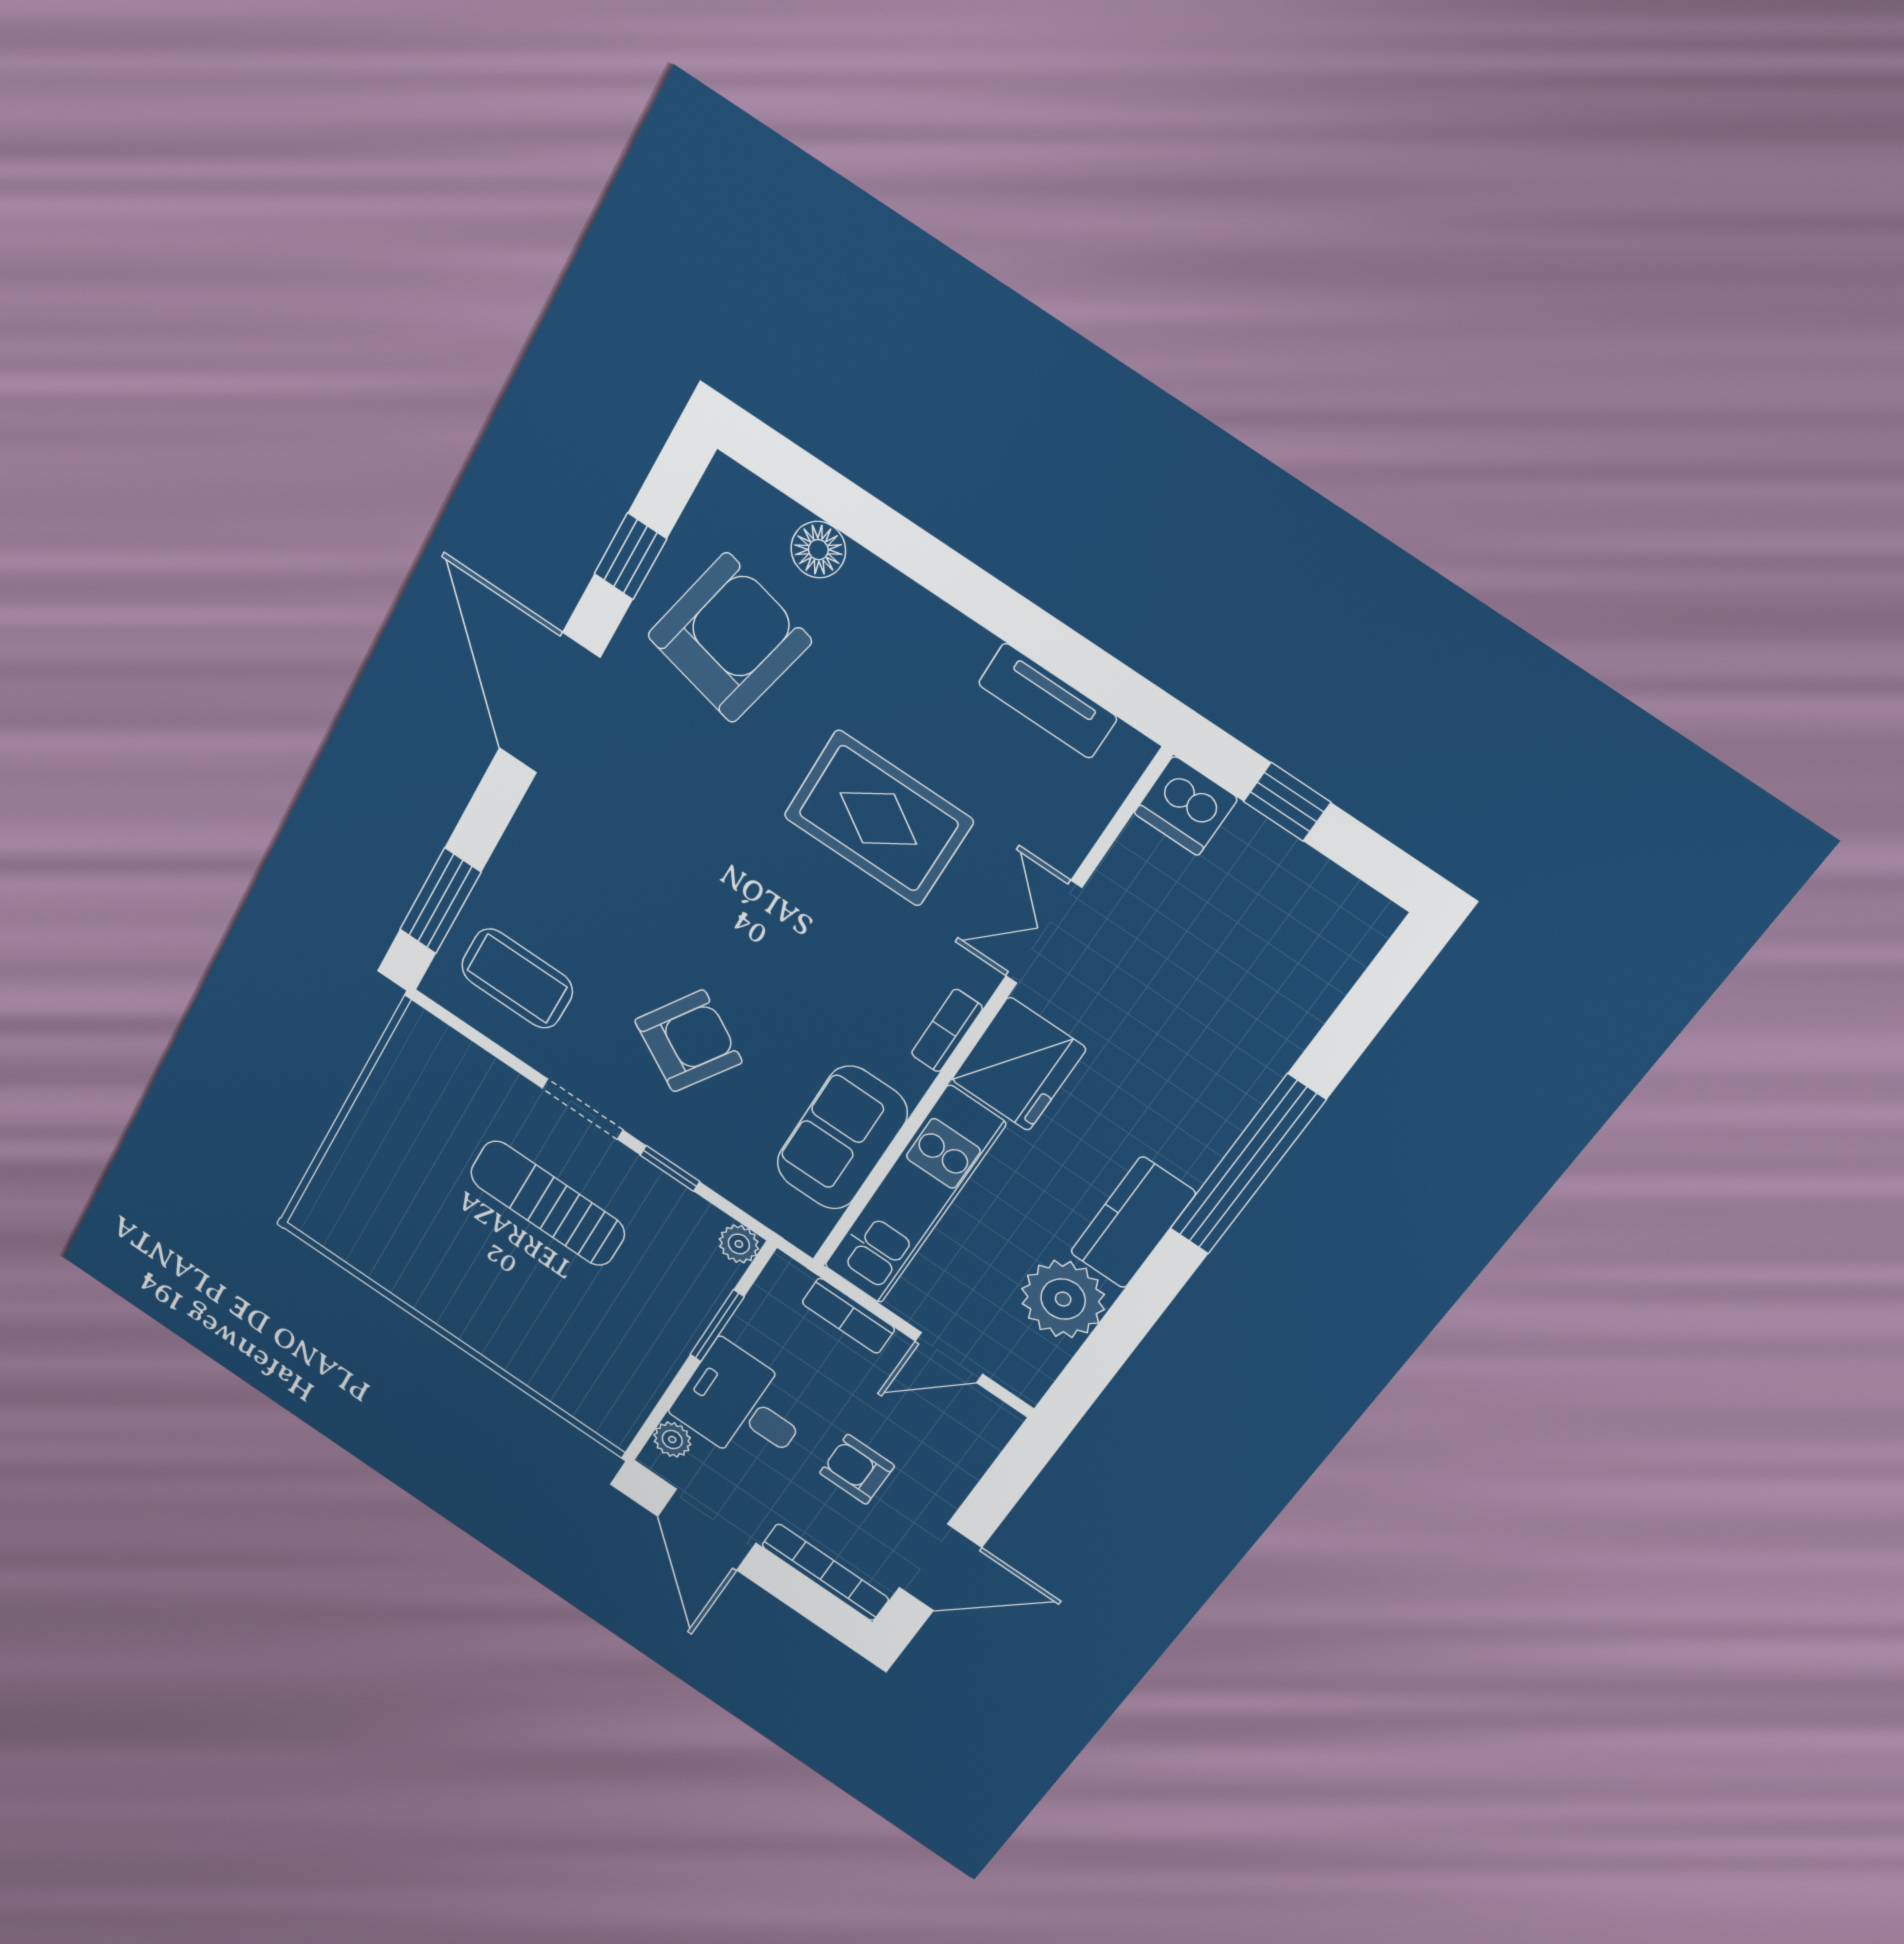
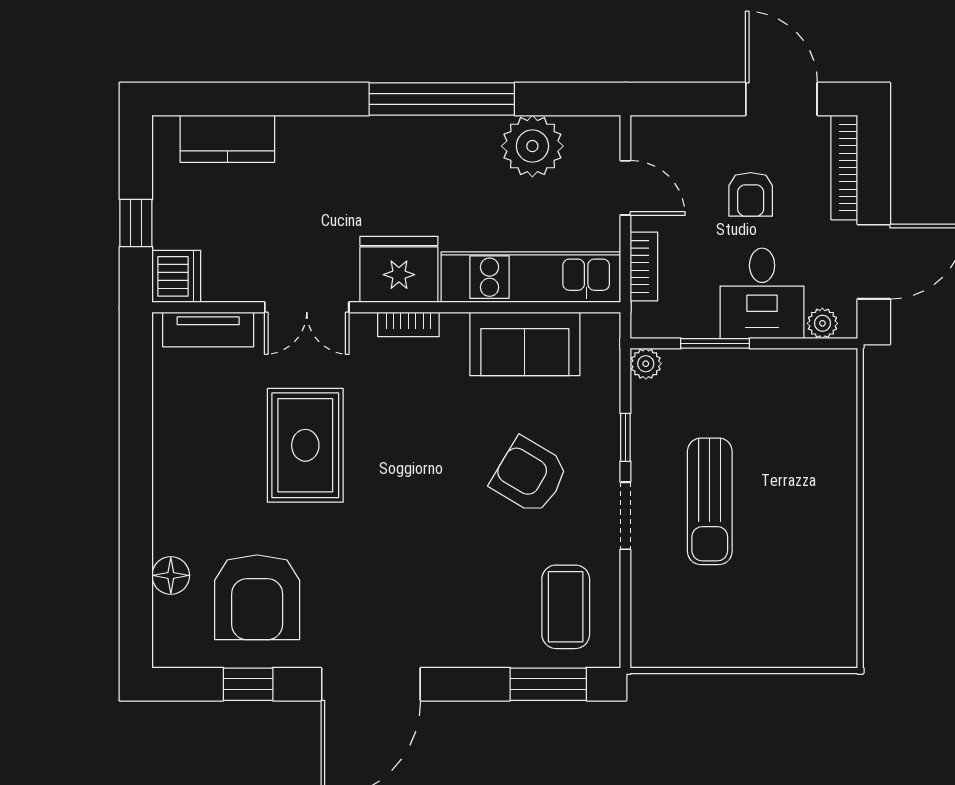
armchair: (729, 638) -> (257, 597), turned -103
tv unit: (1048, 701) -> (208, 329), moved, turned 90
window: (1247, 1165) -> (442, 99), moved
kitchen counter: (1133, 1223) -> (227, 139), moved

